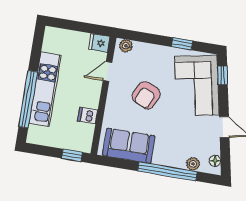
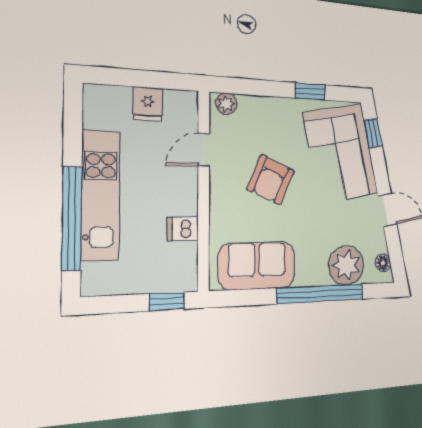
fridge: (99, 43) -> (148, 104), moved, turned -90
plant: (193, 164) -> (346, 265), width x1.88, depth x1.88

